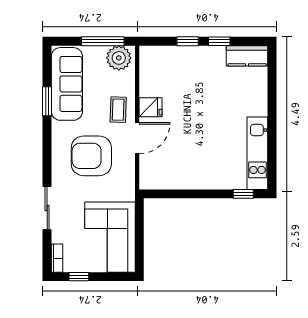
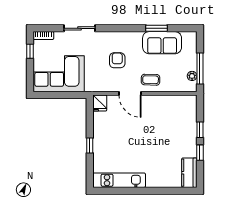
plant: (119, 58) -> (192, 76), width x0.53, depth x0.53
sofa: (67, 84) -> (162, 43), width x0.73
fridge: (151, 107) -> (100, 103), moved
armchair: (91, 156) -> (117, 60), width x0.53, depth x0.53
window: (243, 194) -> (90, 145), moved

